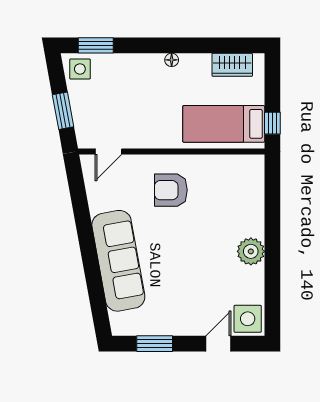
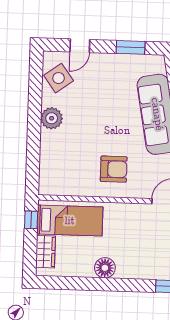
floor lamp: (172, 60) -> (105, 268), width x1.89, depth x1.89
wardrobe: (232, 65) -> (45, 252), moved, turned 90
side table: (248, 319) -> (59, 78), moved, turned -36

